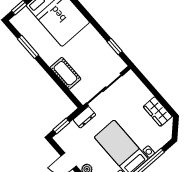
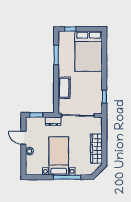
wardrobe: (158, 112) -> (96, 149), width x1.50

